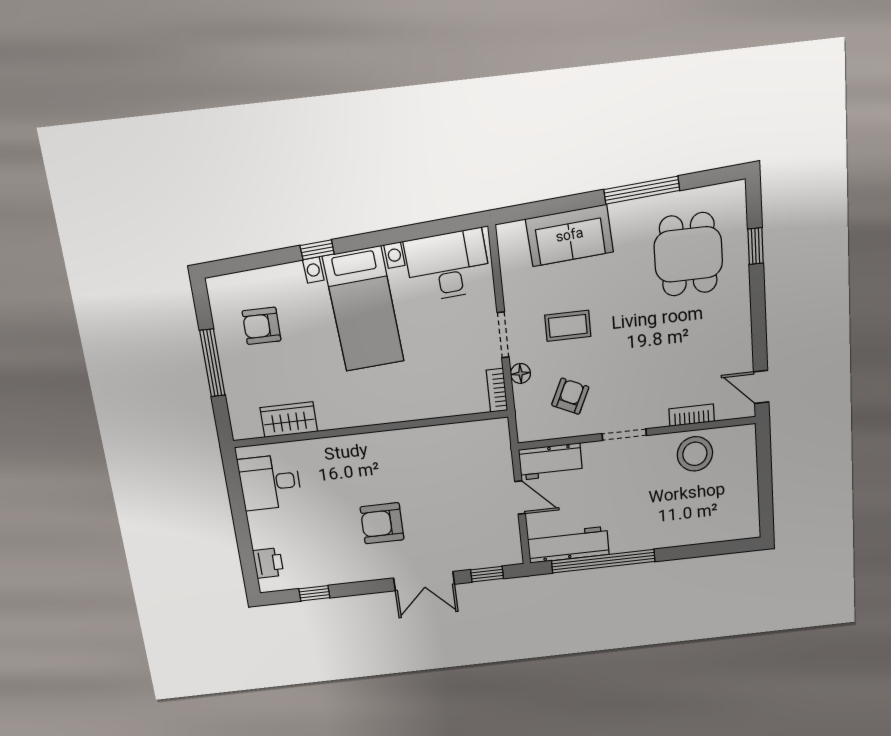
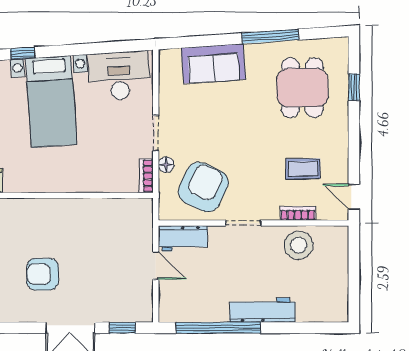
coffee table: (568, 326) -> (303, 169), moved
armchair: (570, 396) -> (203, 187), width x1.88, depth x1.88
workbench: (568, 545) -> (262, 310), moved

